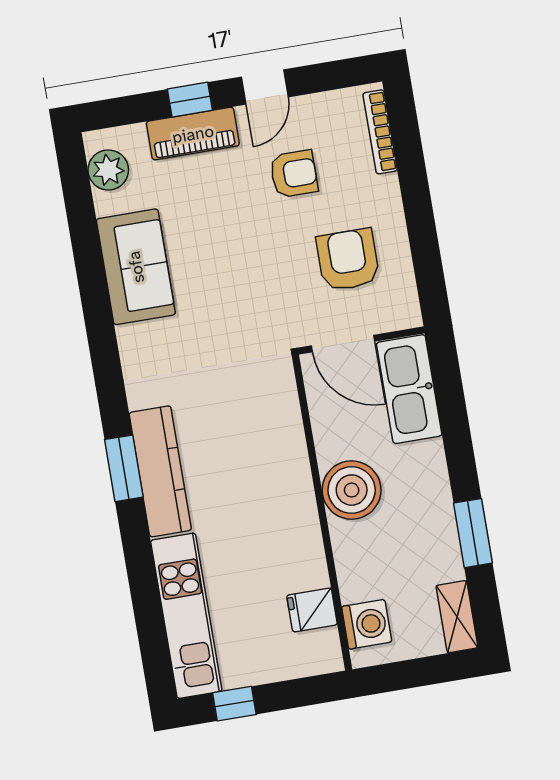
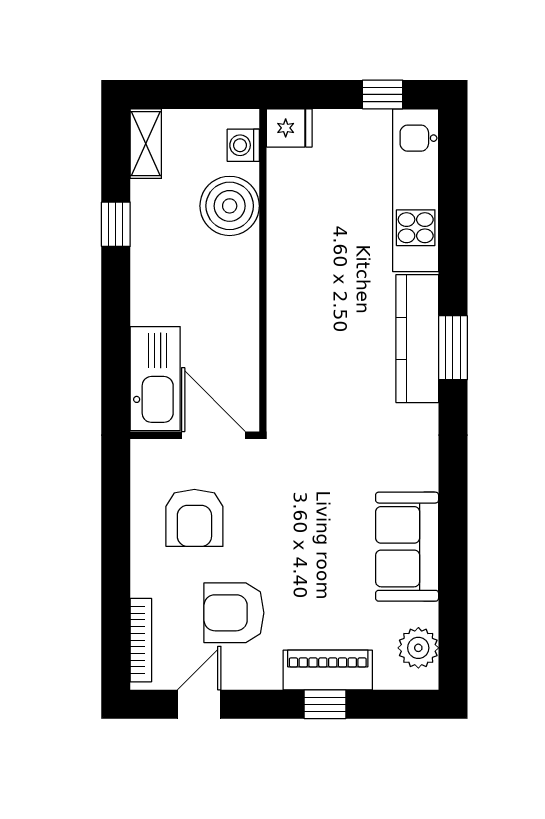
door: (265, 87) -> (199, 704), moved
armchair: (294, 174) -> (234, 613), width x1.38, depth x1.38
boiler: (352, 490) -> (230, 206), moved
window: (473, 533) -> (116, 224), width x0.67
fridge: (312, 610) -> (289, 128), moved
washing machine: (367, 624) -> (243, 145), width x0.73, depth x0.73

